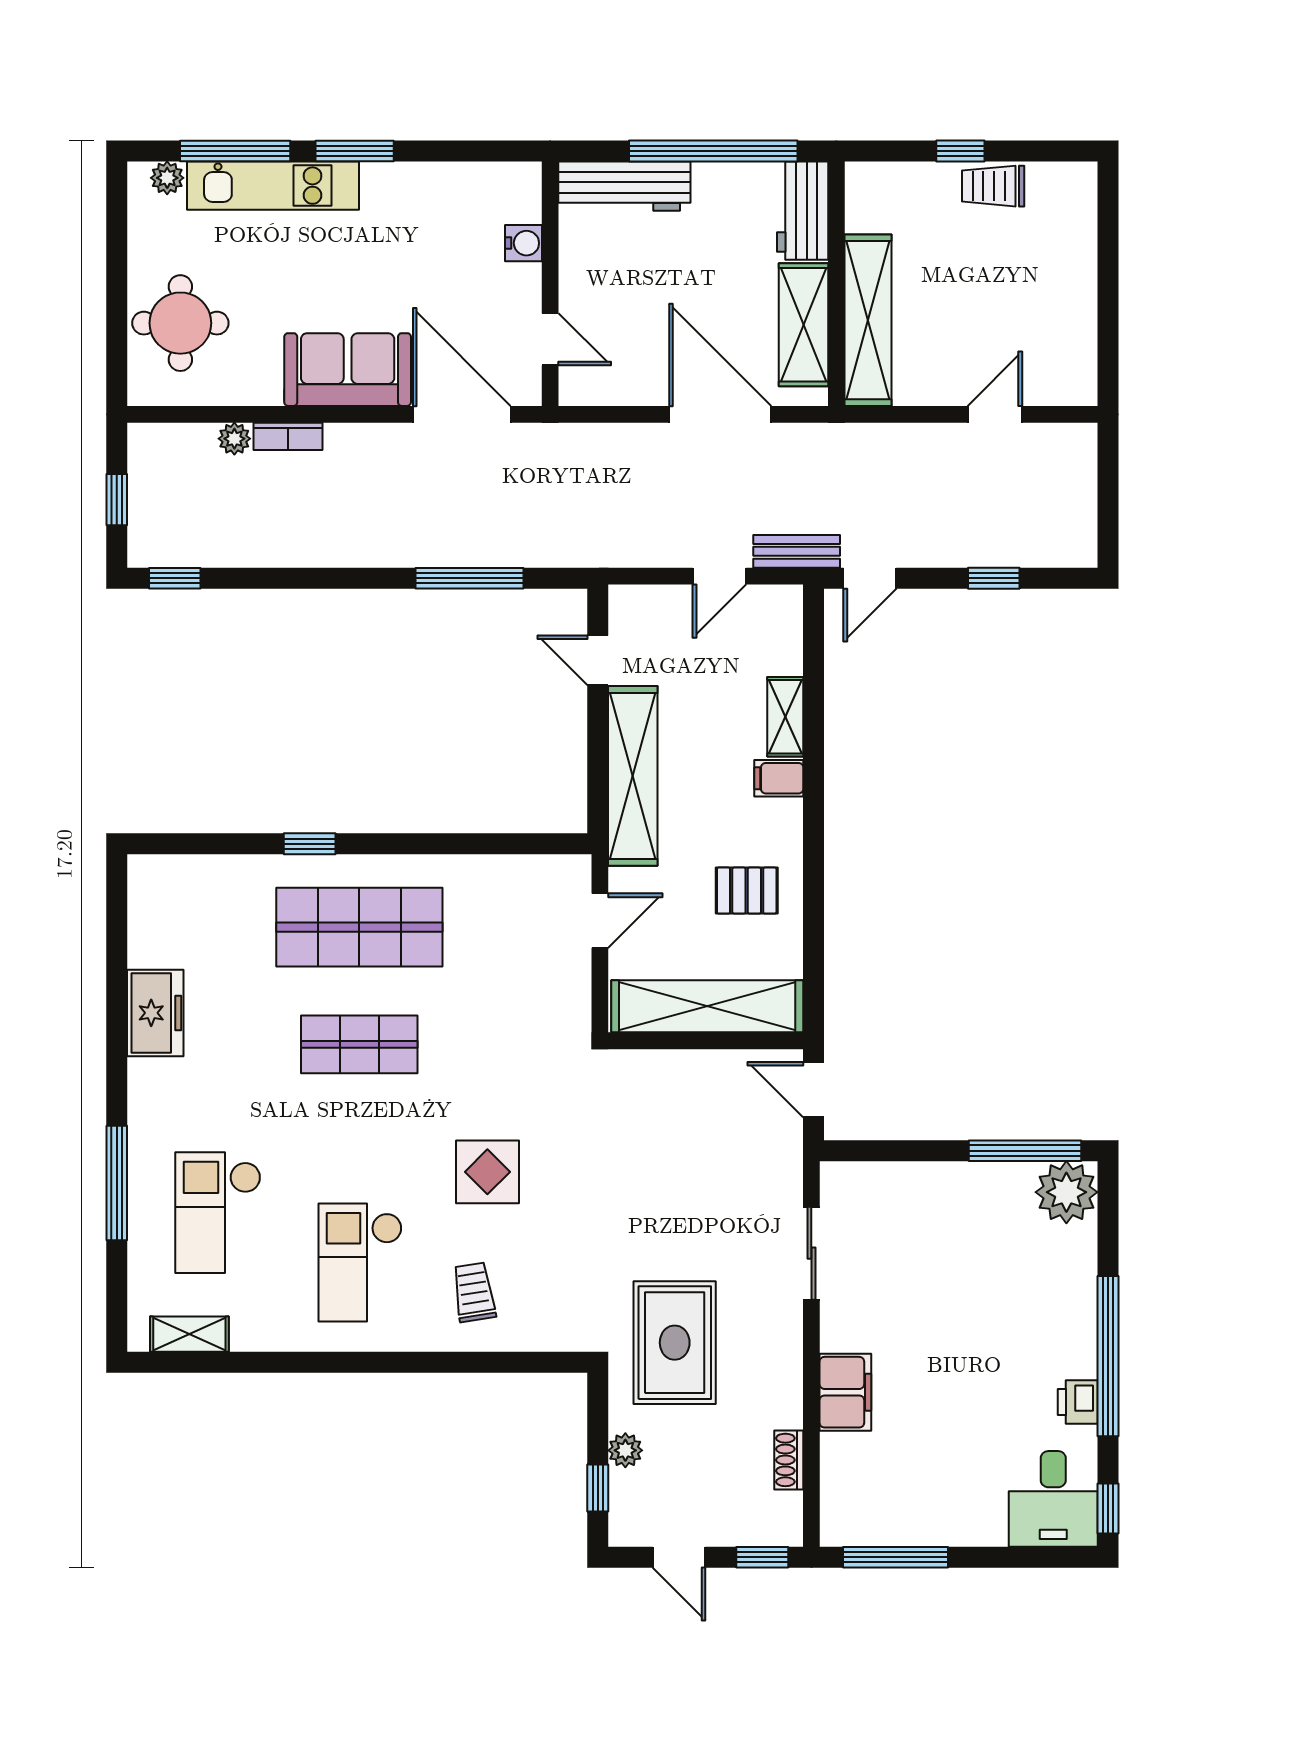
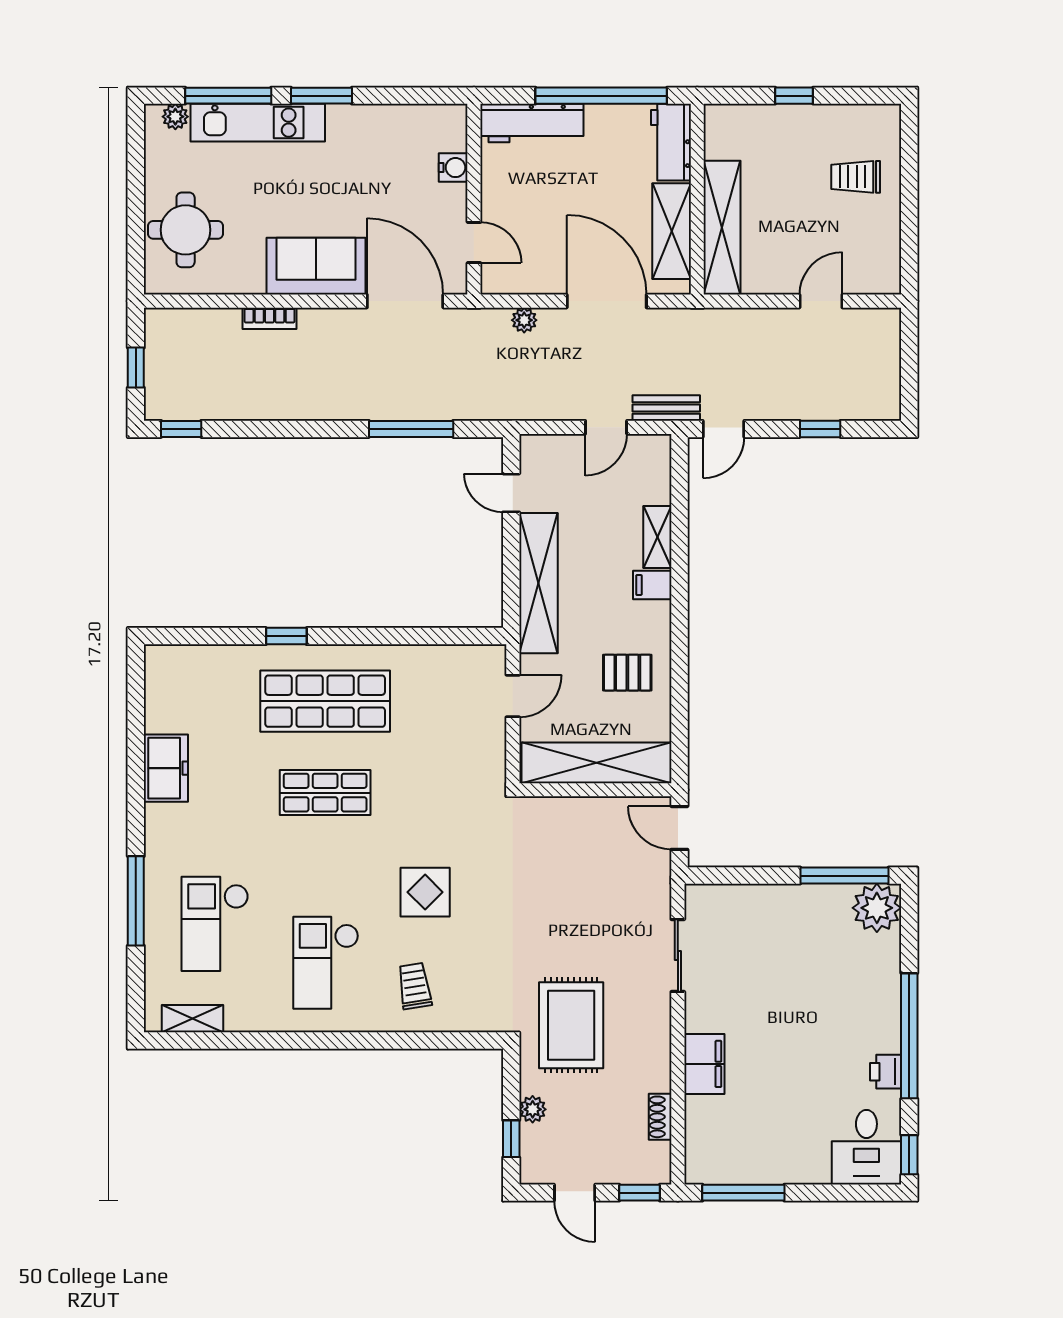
trolley: (993, 186) -> (856, 177), moved
plant: (234, 439) -> (524, 320), moved

